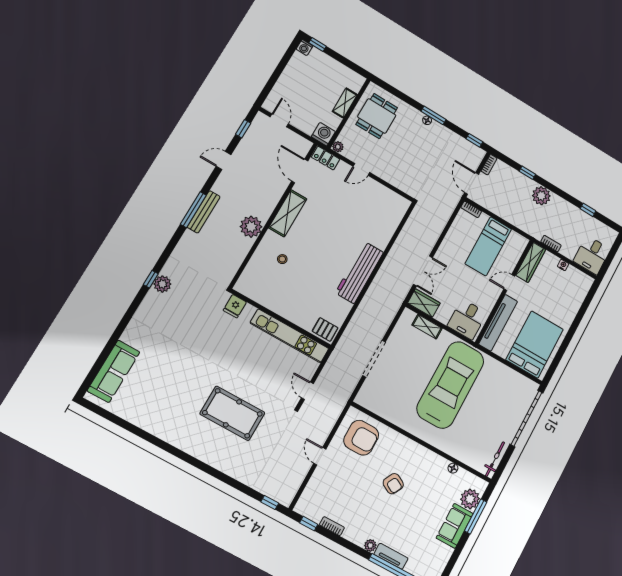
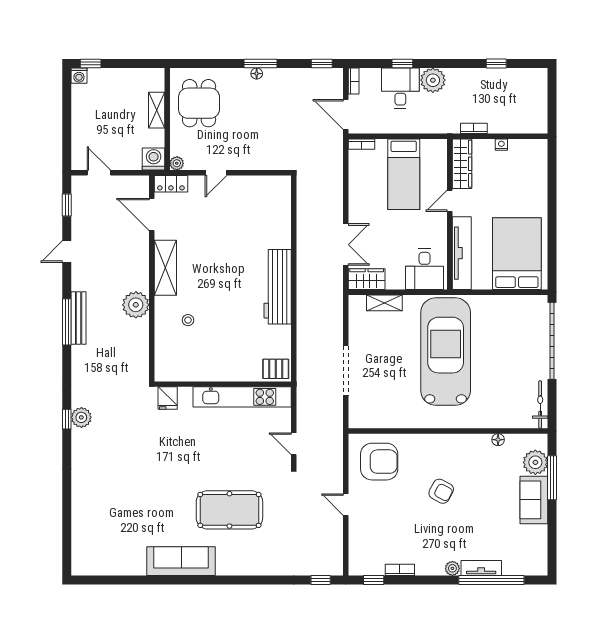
desk: (592, 255) -> (400, 88), moved, turned 180
sofa: (114, 371) -> (181, 561), moved, turned -90

